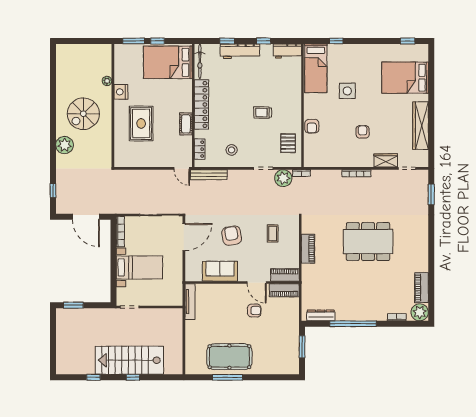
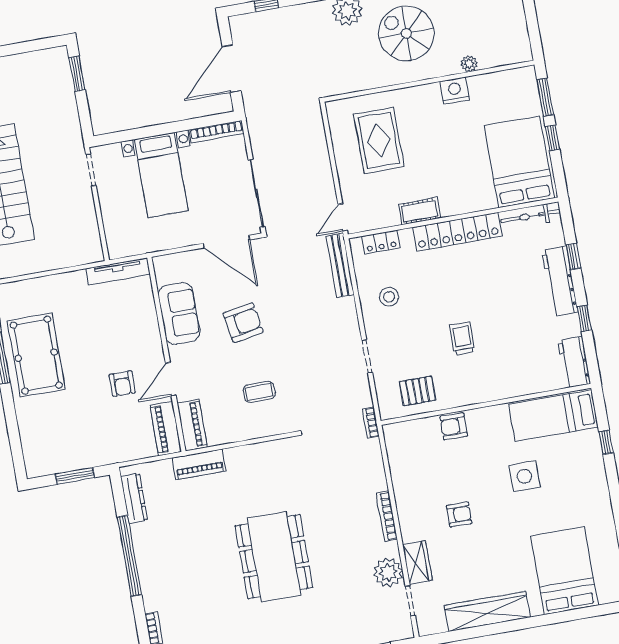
rug: (141, 123) -> (379, 140), moved, turned 90
plant: (283, 178) -> (388, 572), moved
piano: (308, 249) -> (199, 464), moved

